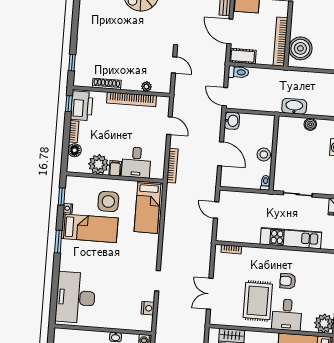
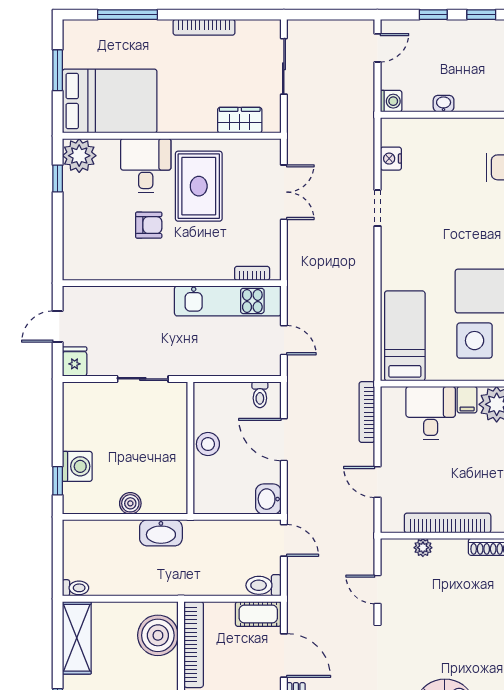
toilet: (265, 183) -> (260, 395), moved
kitchen unit: (291, 238) -> (228, 301), moved

